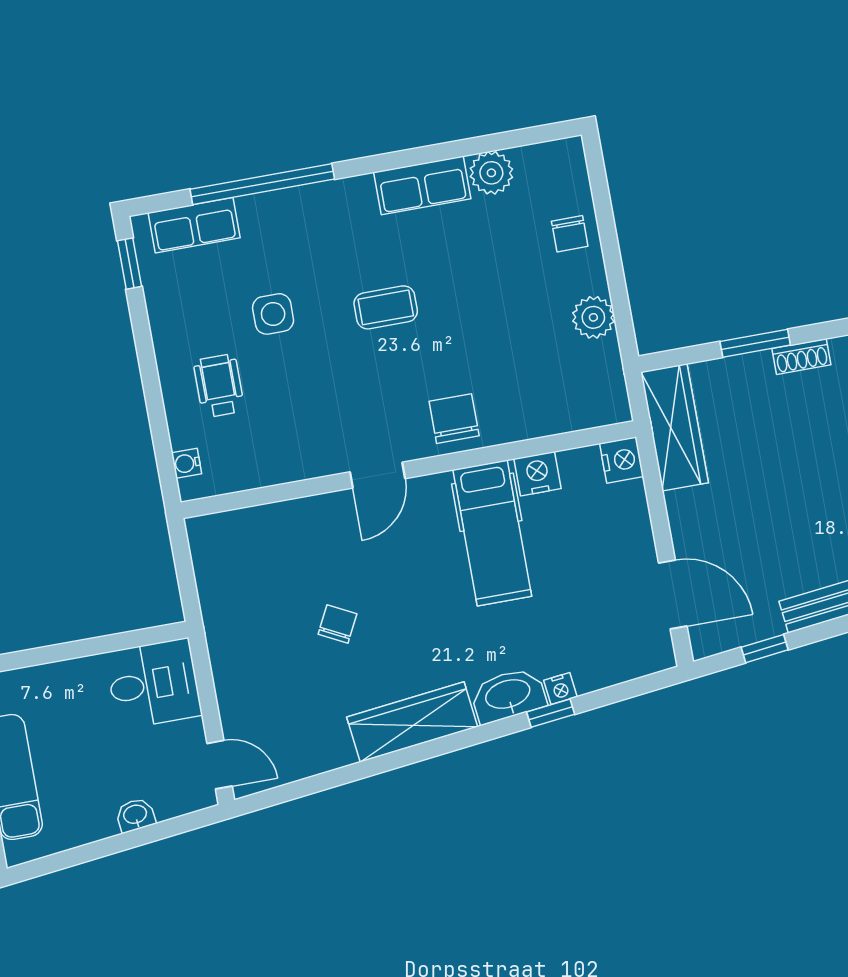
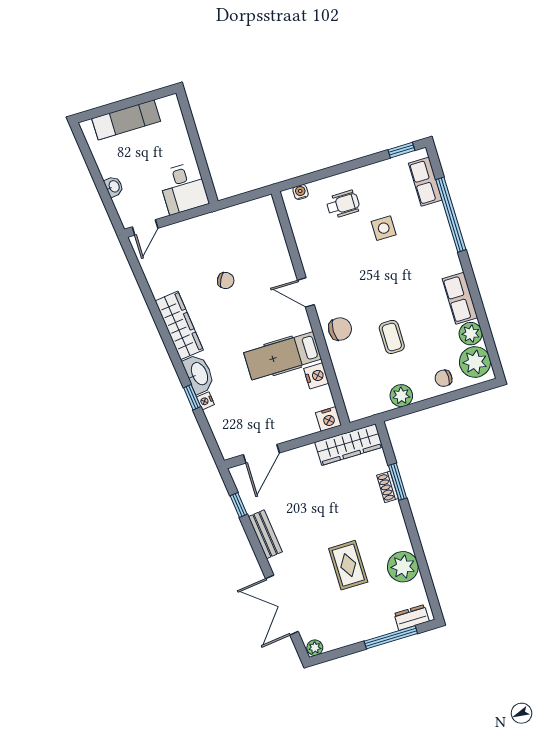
plant: (546, 171) -> (475, 362), added
coffee table: (386, 307) -> (392, 337), moved
shoe rack: (801, 357) -> (387, 487), moved

